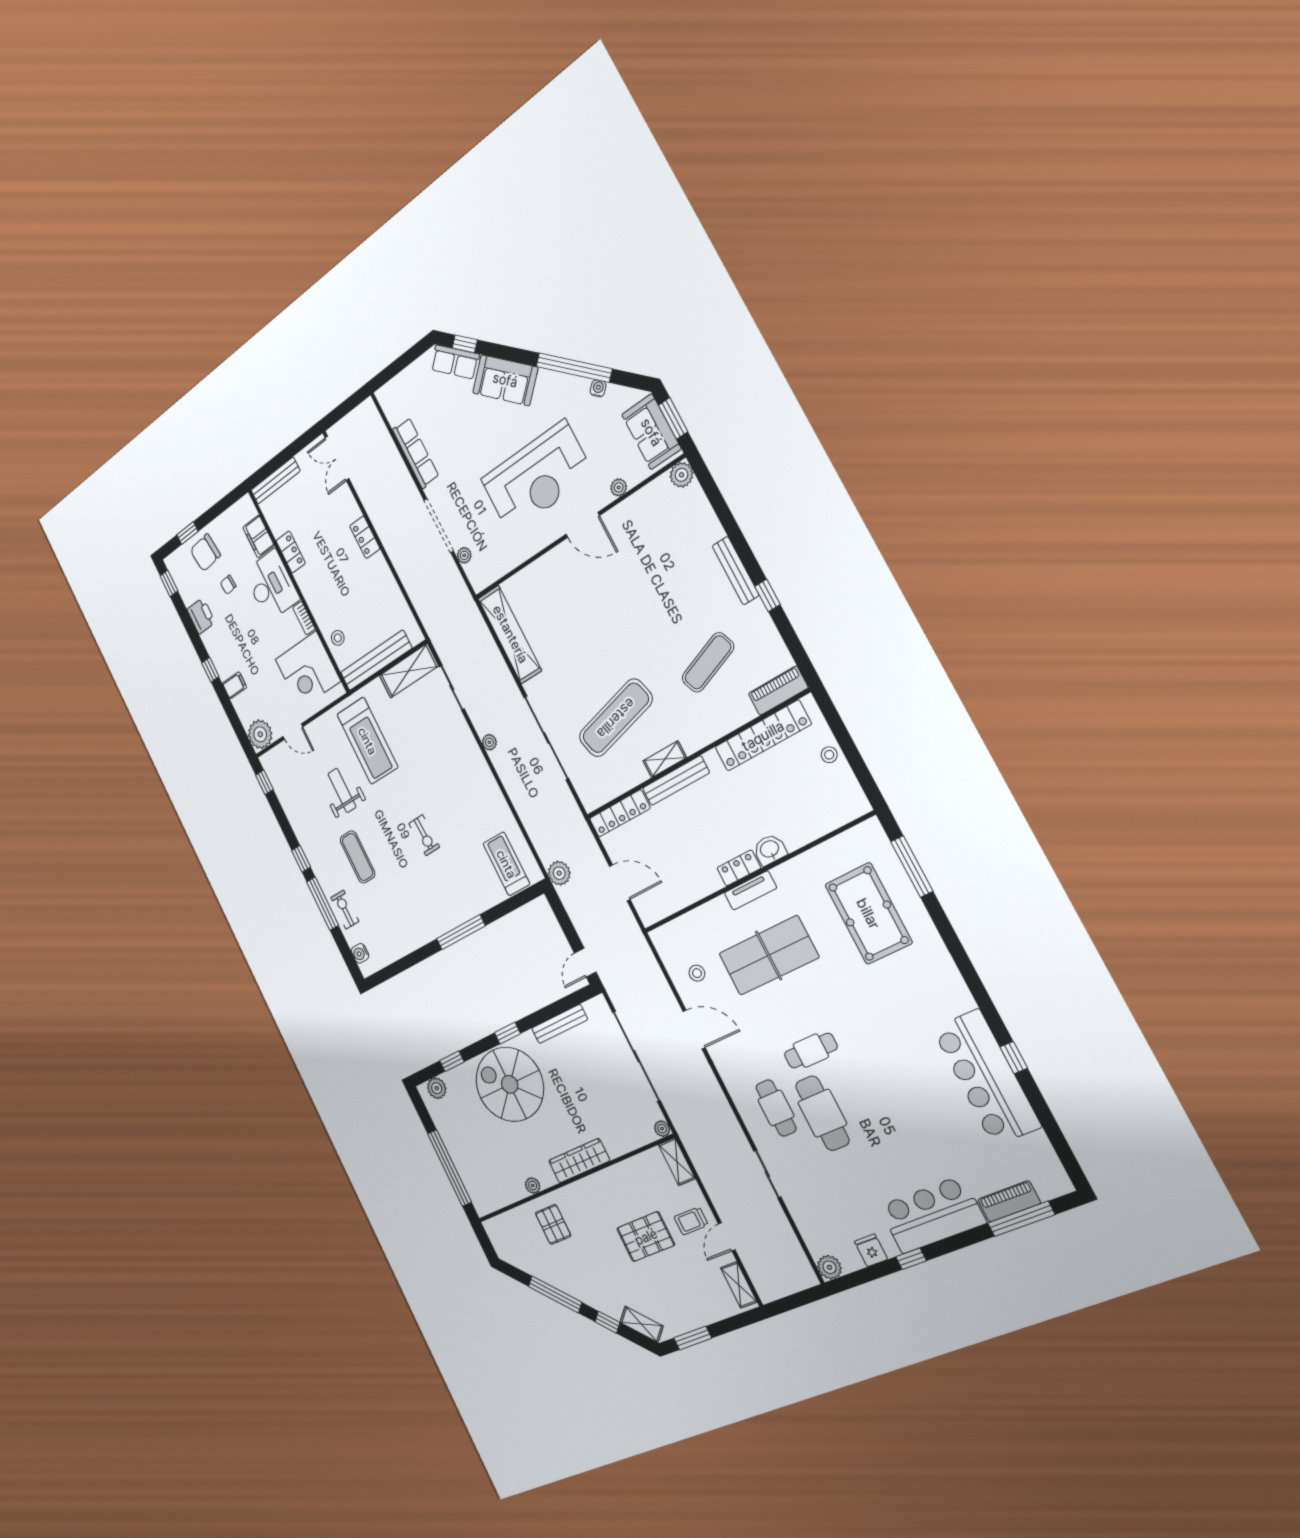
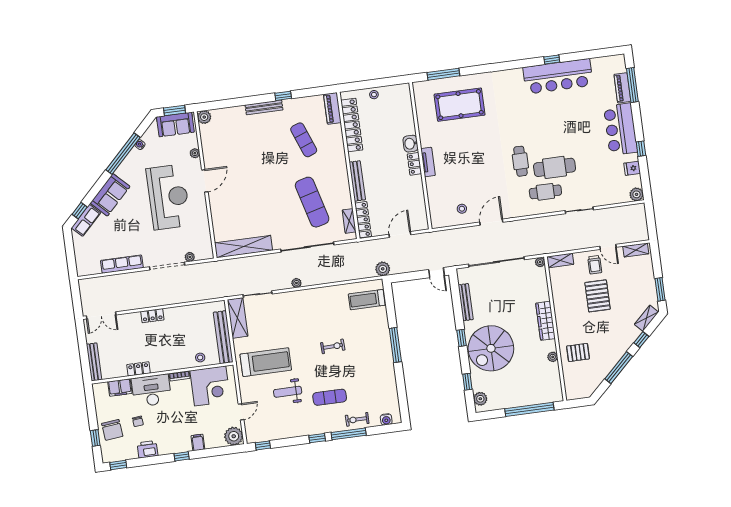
shelving: (665, 759) -> (349, 221), moved
table tennis table: (769, 955) -> (465, 165), removed

